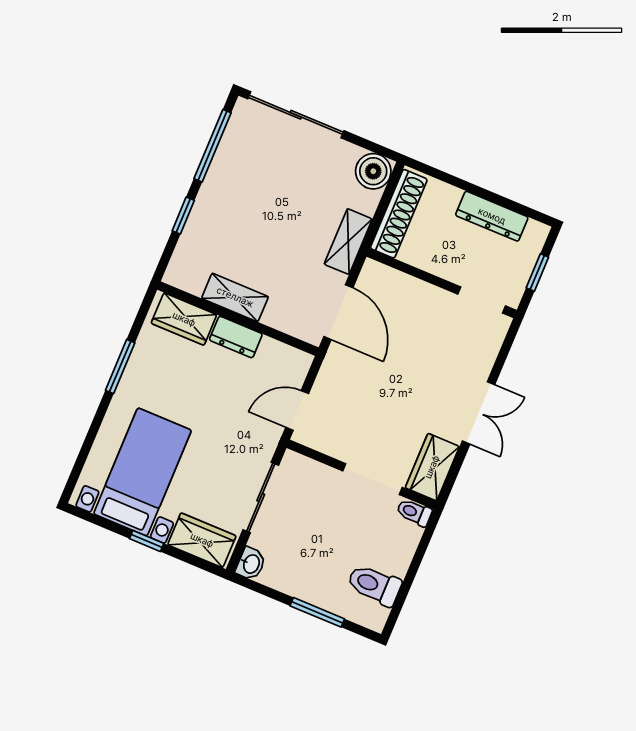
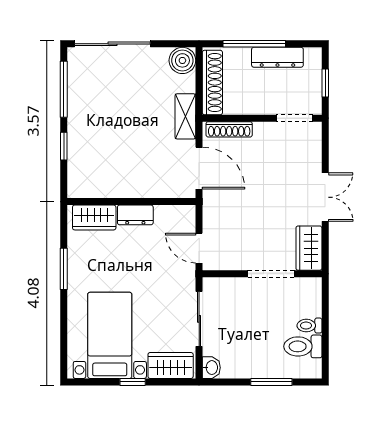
window: (470, 188) -> (254, 44), added
shoe rack: (395, 280) -> (229, 129), added
shelving: (235, 297) -> (123, 188), removed
door: (297, 410) -> (199, 248), hinge flipped
toilet: (414, 512) -> (309, 326), moved

